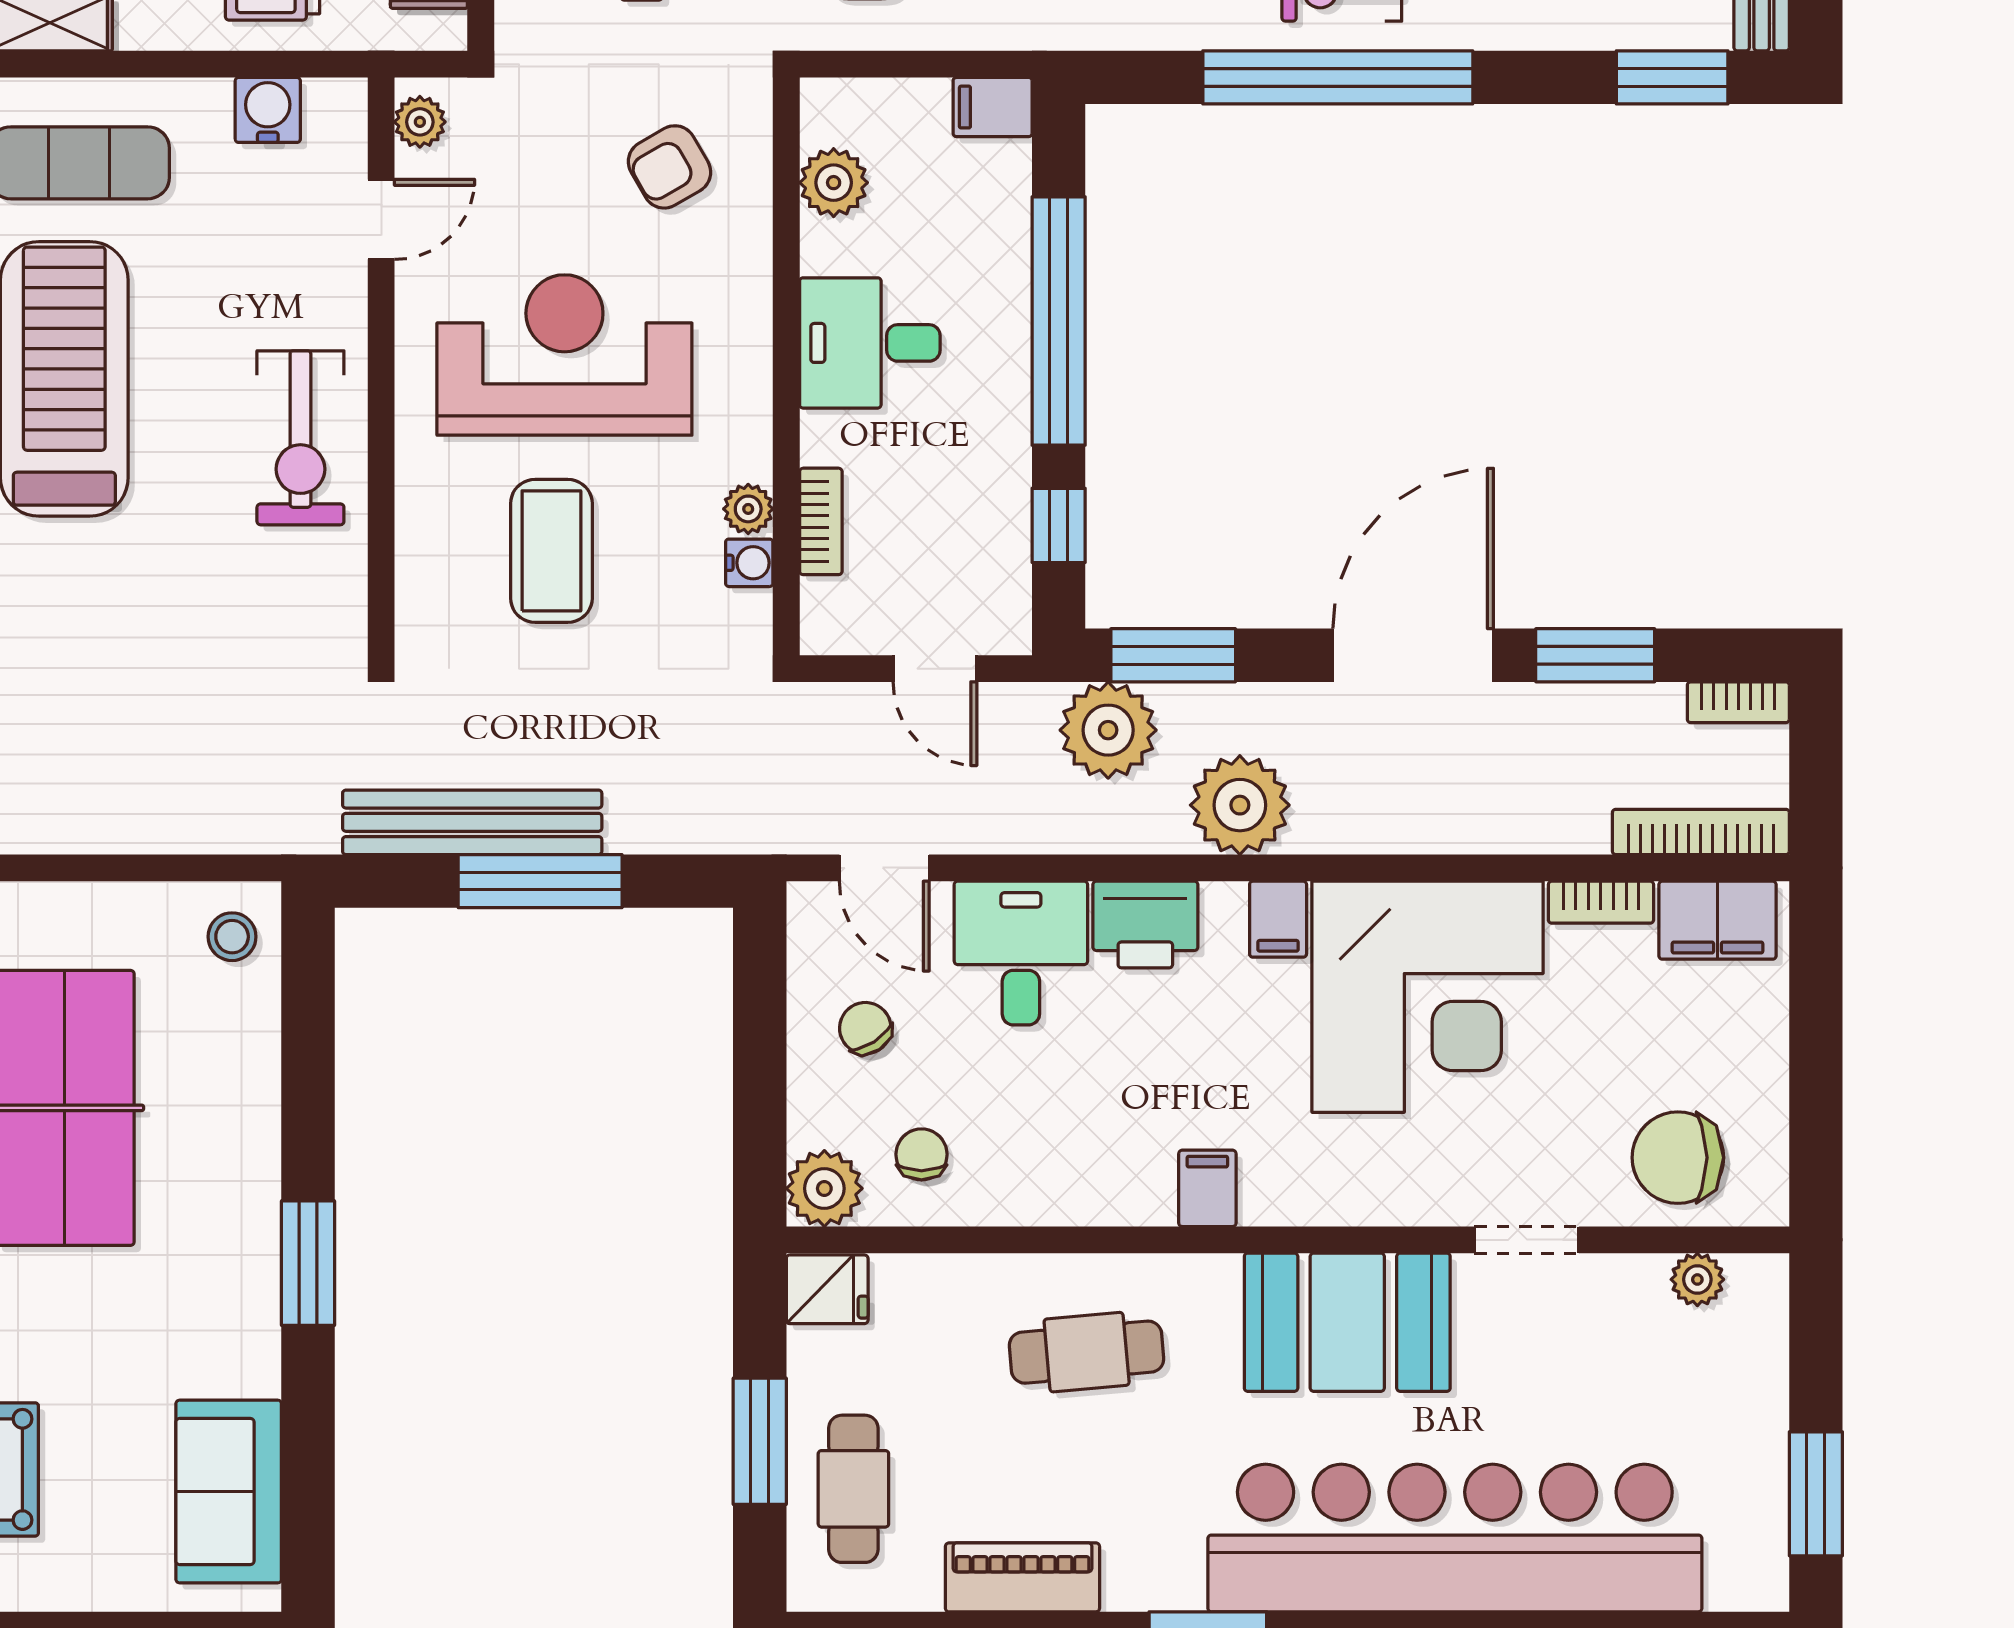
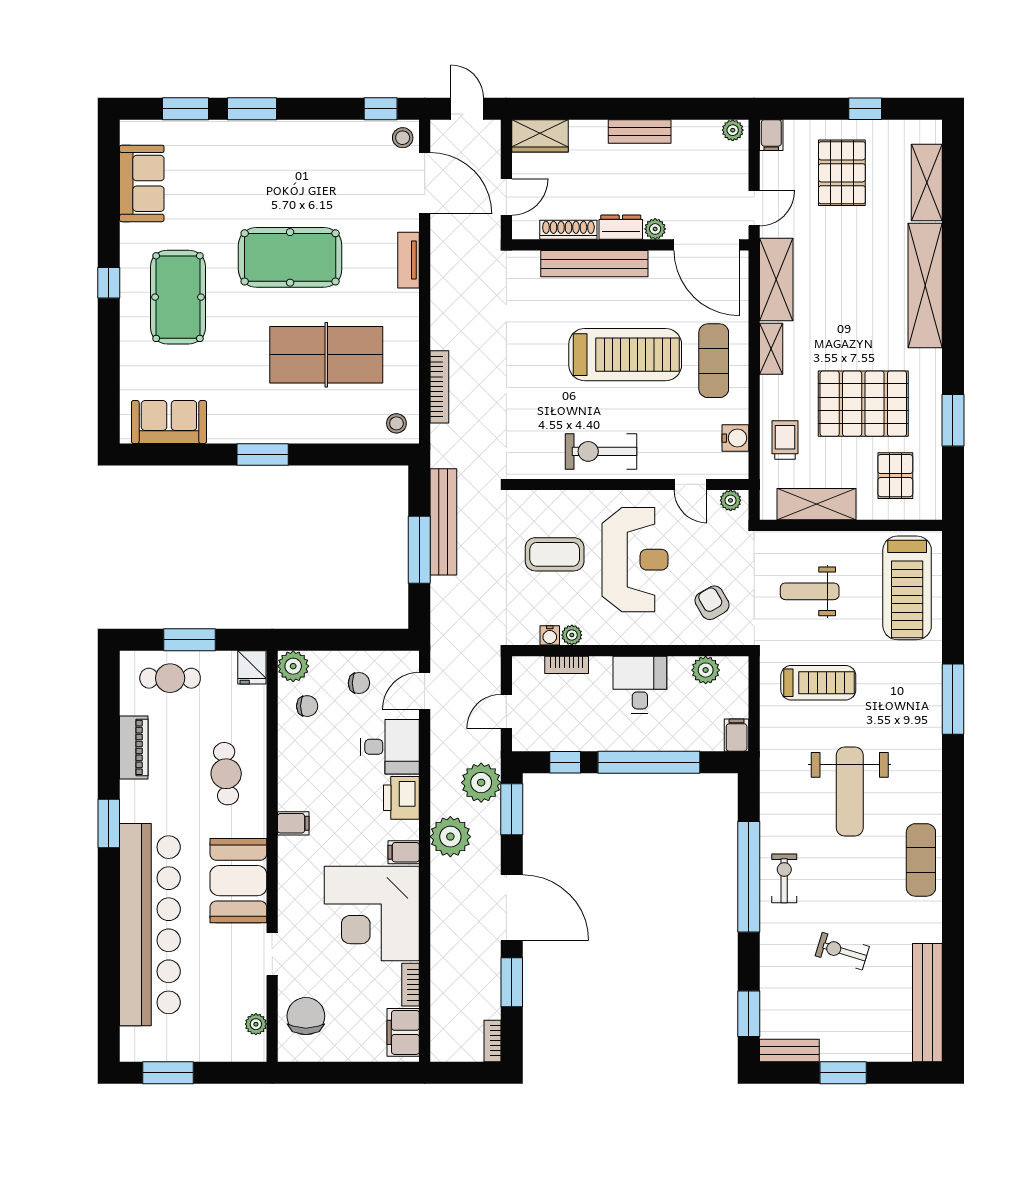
bookcase: (1701, 832) -> (439, 387), moved
chair: (865, 1028) -> (359, 683), turned 33

